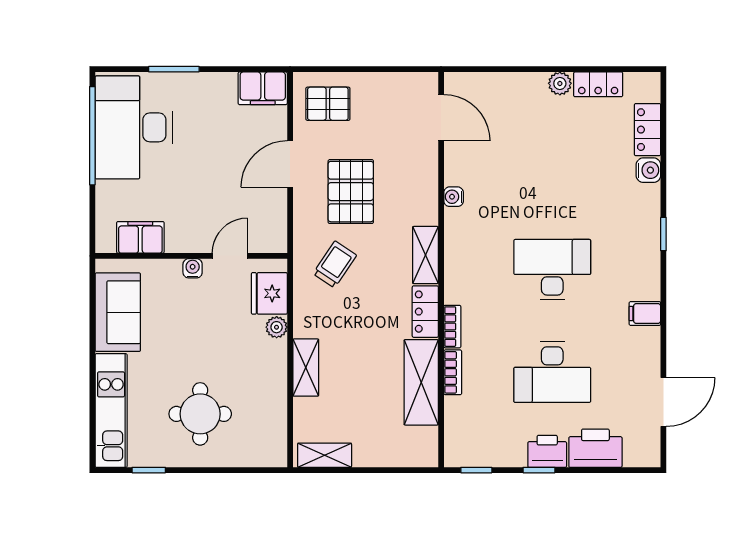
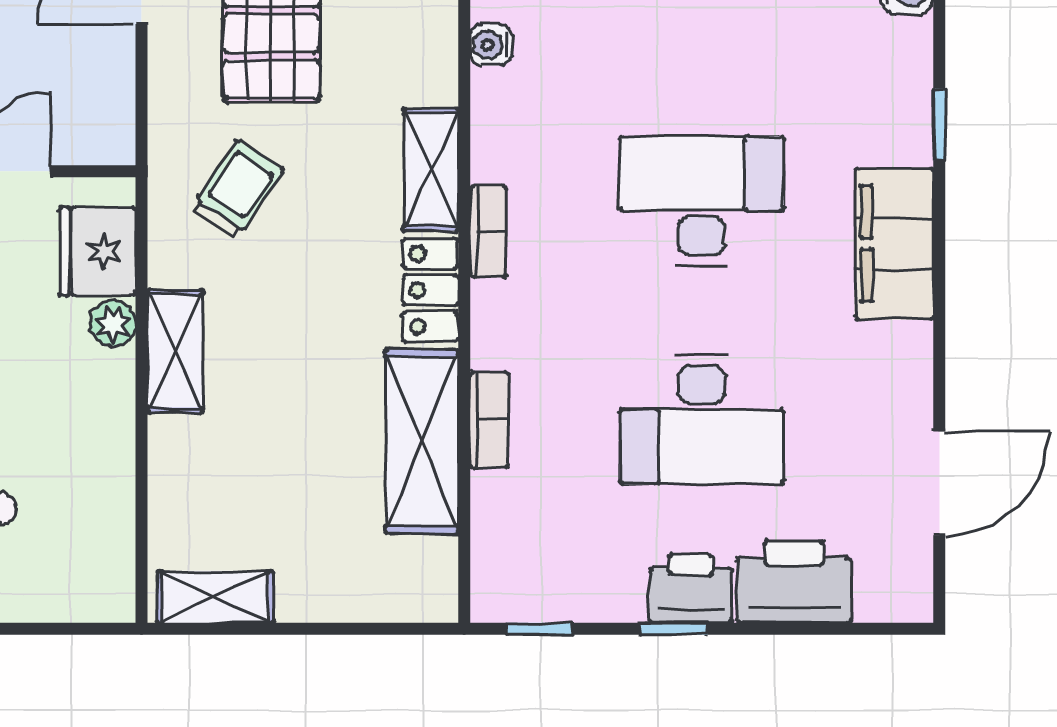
filing cabinet: (645, 314) -> (894, 244), width x3.00, depth x1.17
bookcase: (452, 327) -> (488, 232), moved
shelving: (306, 368) -> (175, 351), moved

